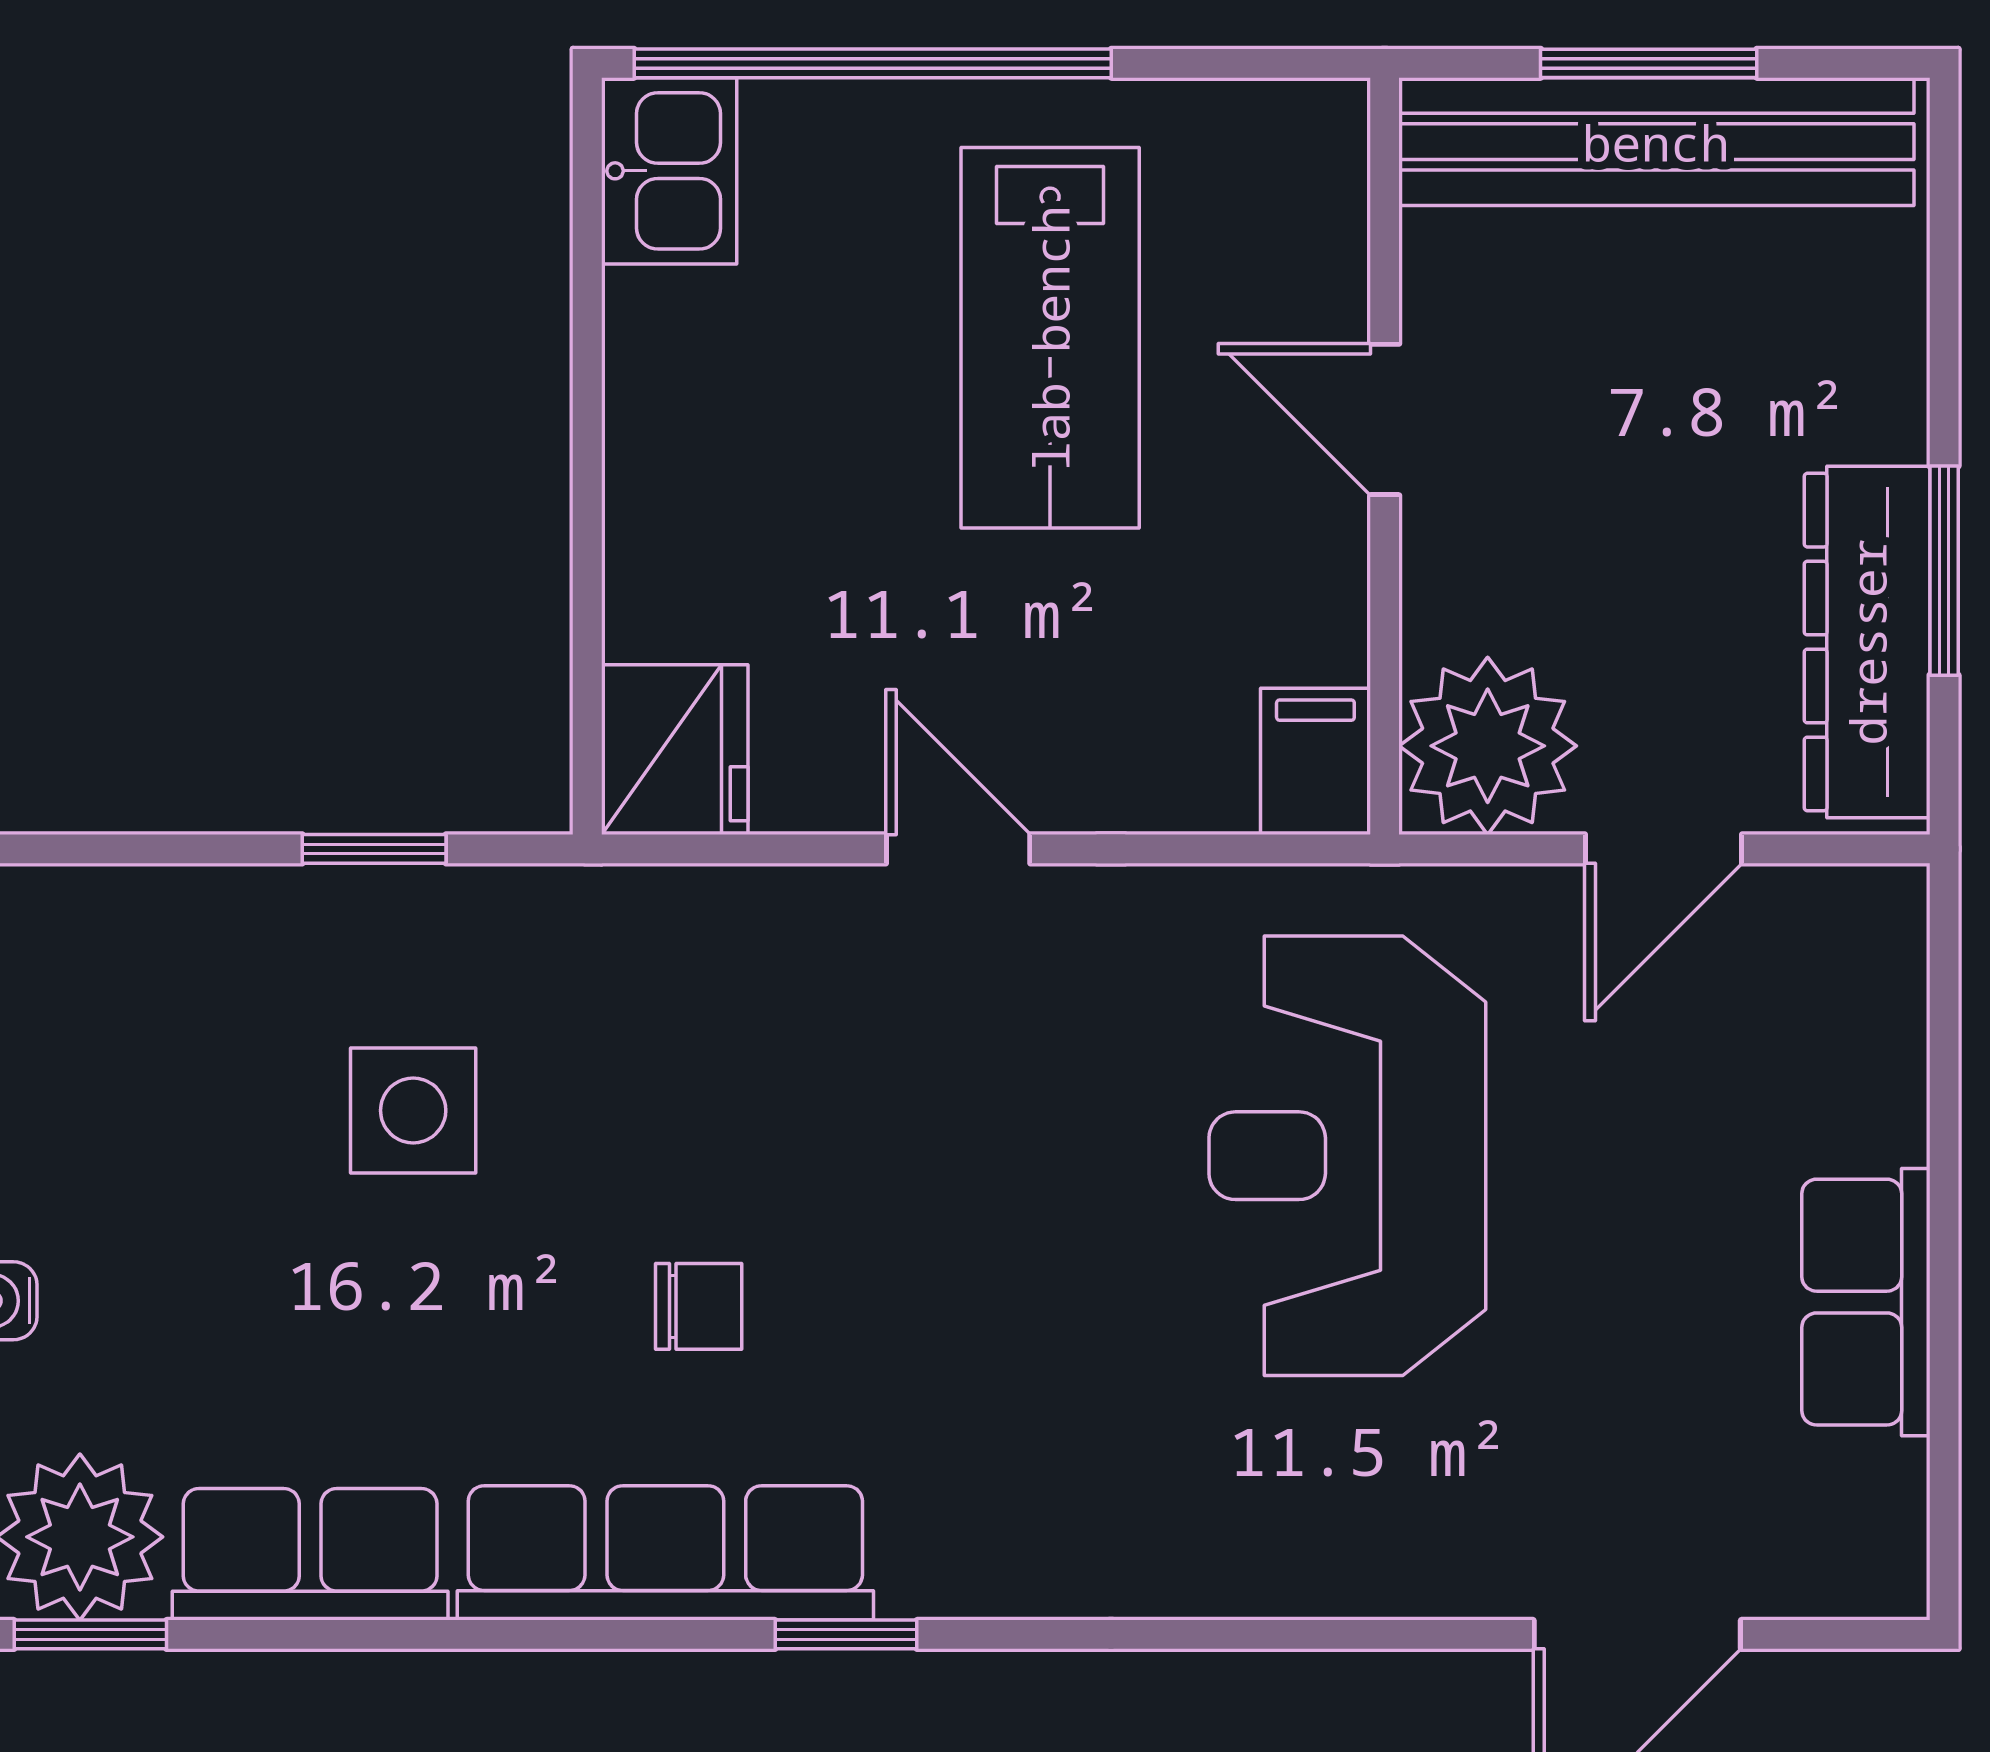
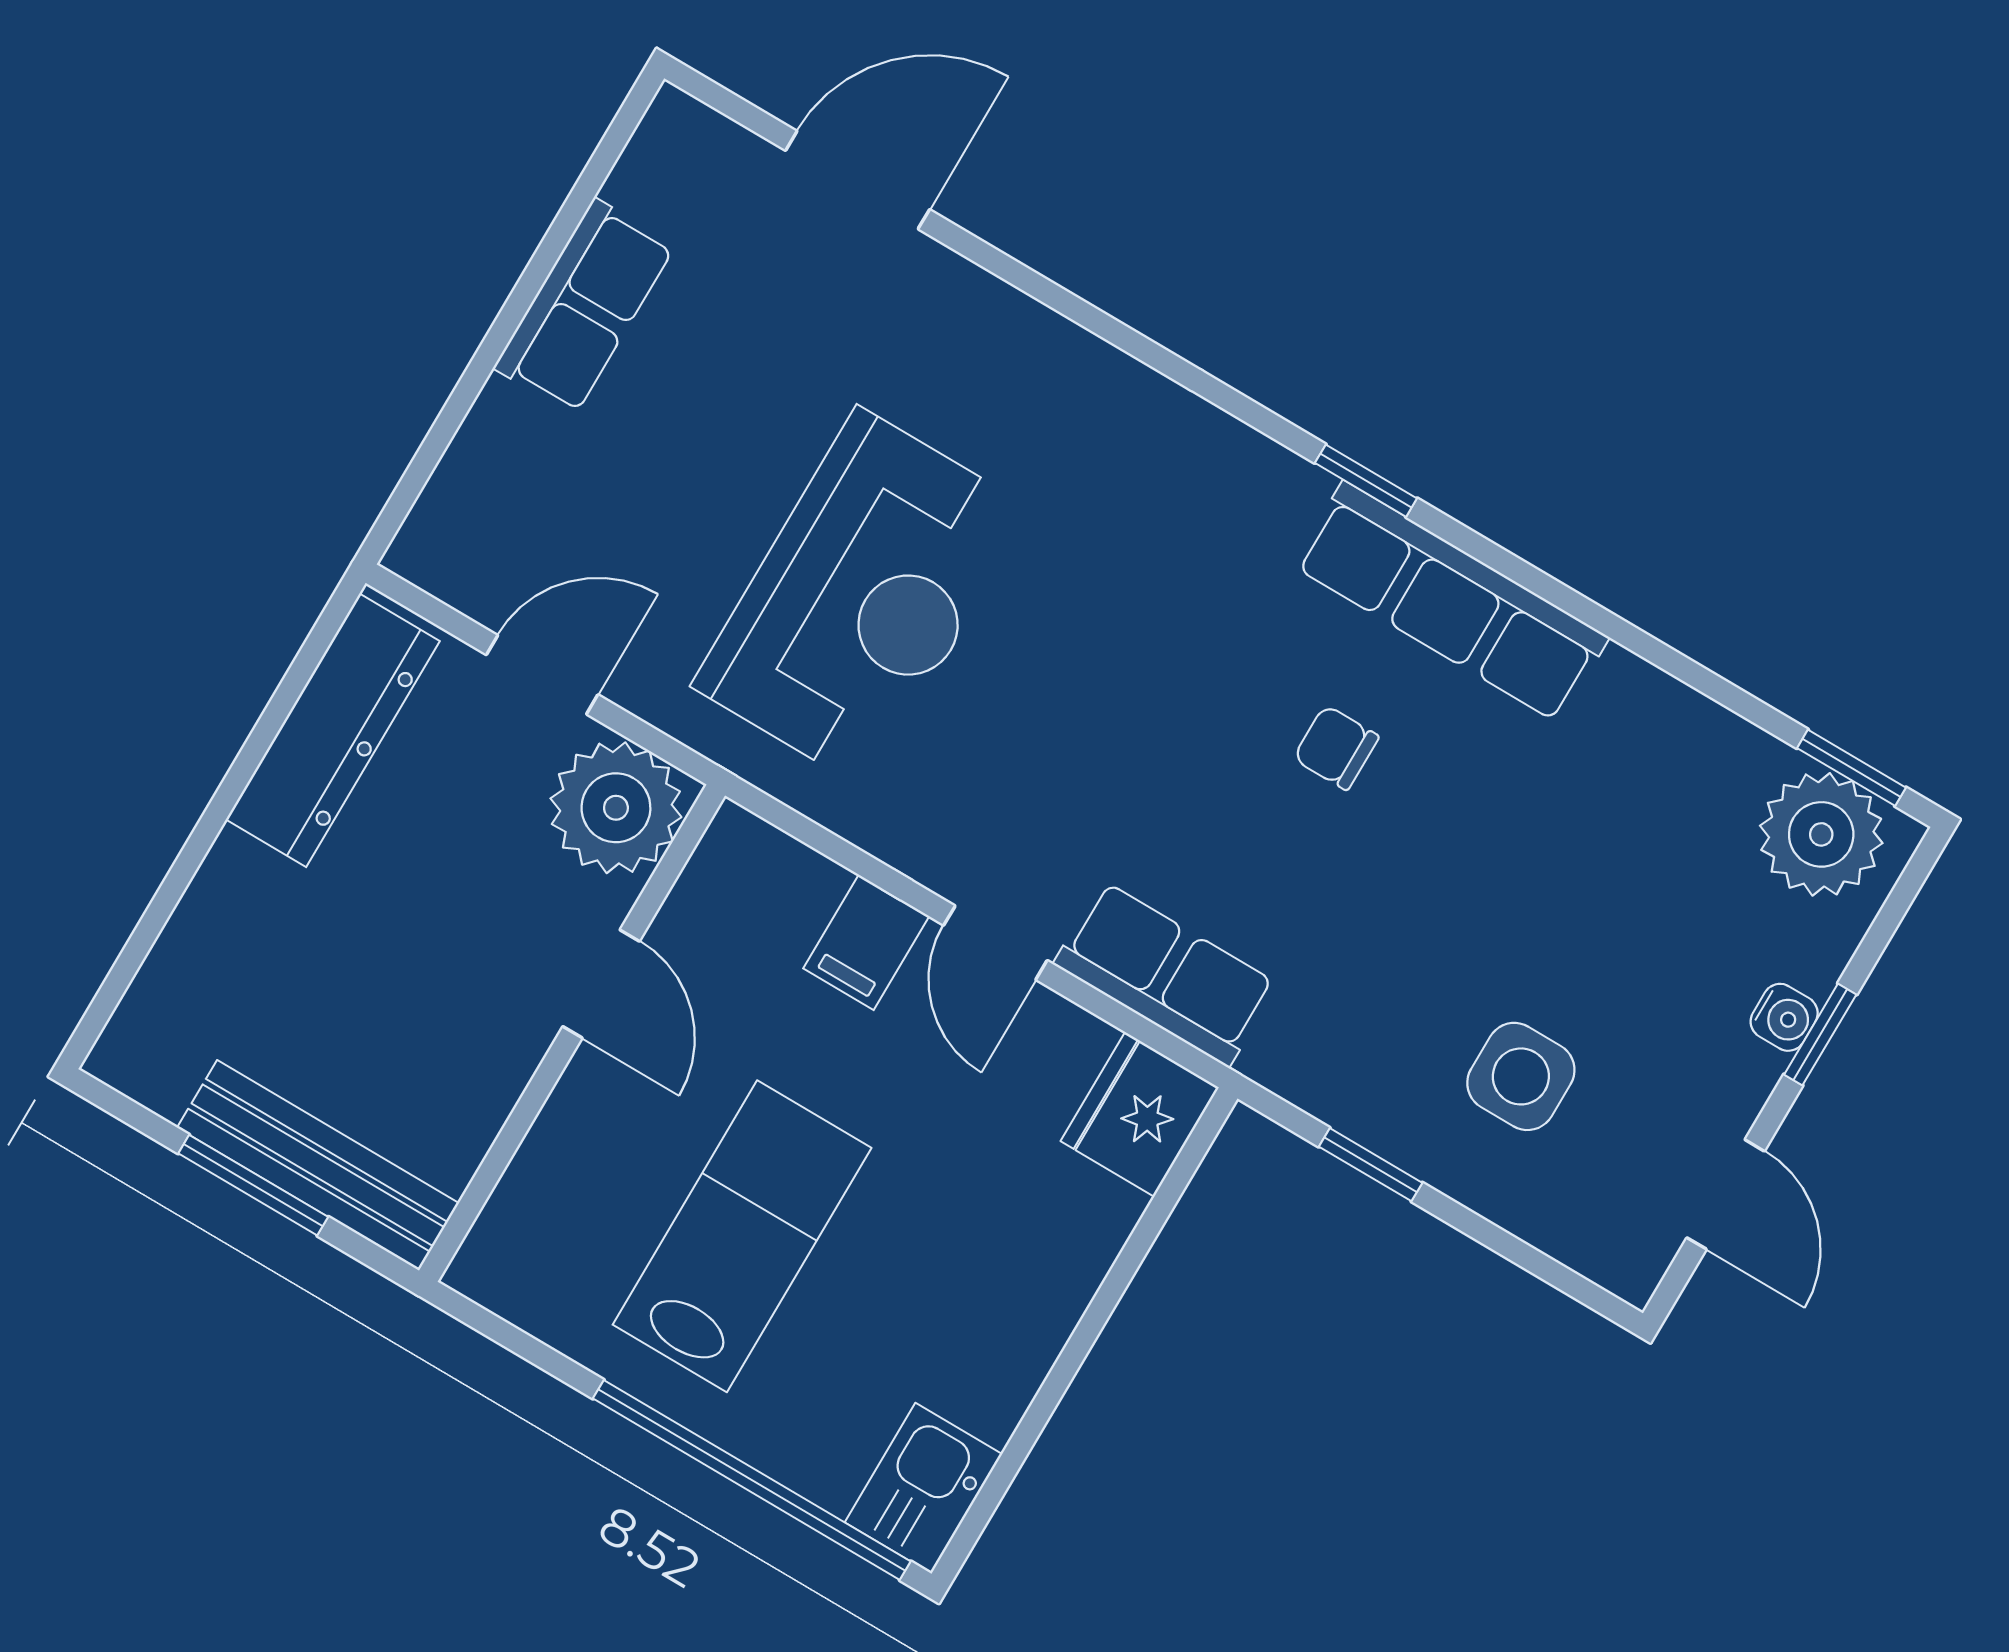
bench: (1656, 142) -> (318, 1165), width x0.73, depth x0.82
door: (1385, 419) -> (601, 984), moved
window: (1944, 571) -> (256, 747), removed
filing cabinet: (1315, 761) -> (866, 942), moved
side table: (413, 1110) -> (1521, 1076), moved
row of seats: (310, 1554) -> (1166, 974), moved, turned 180

